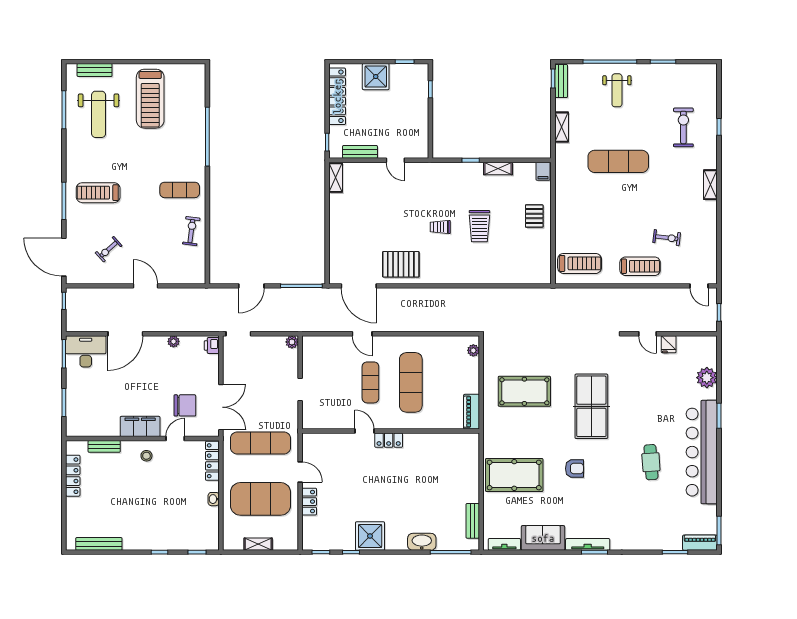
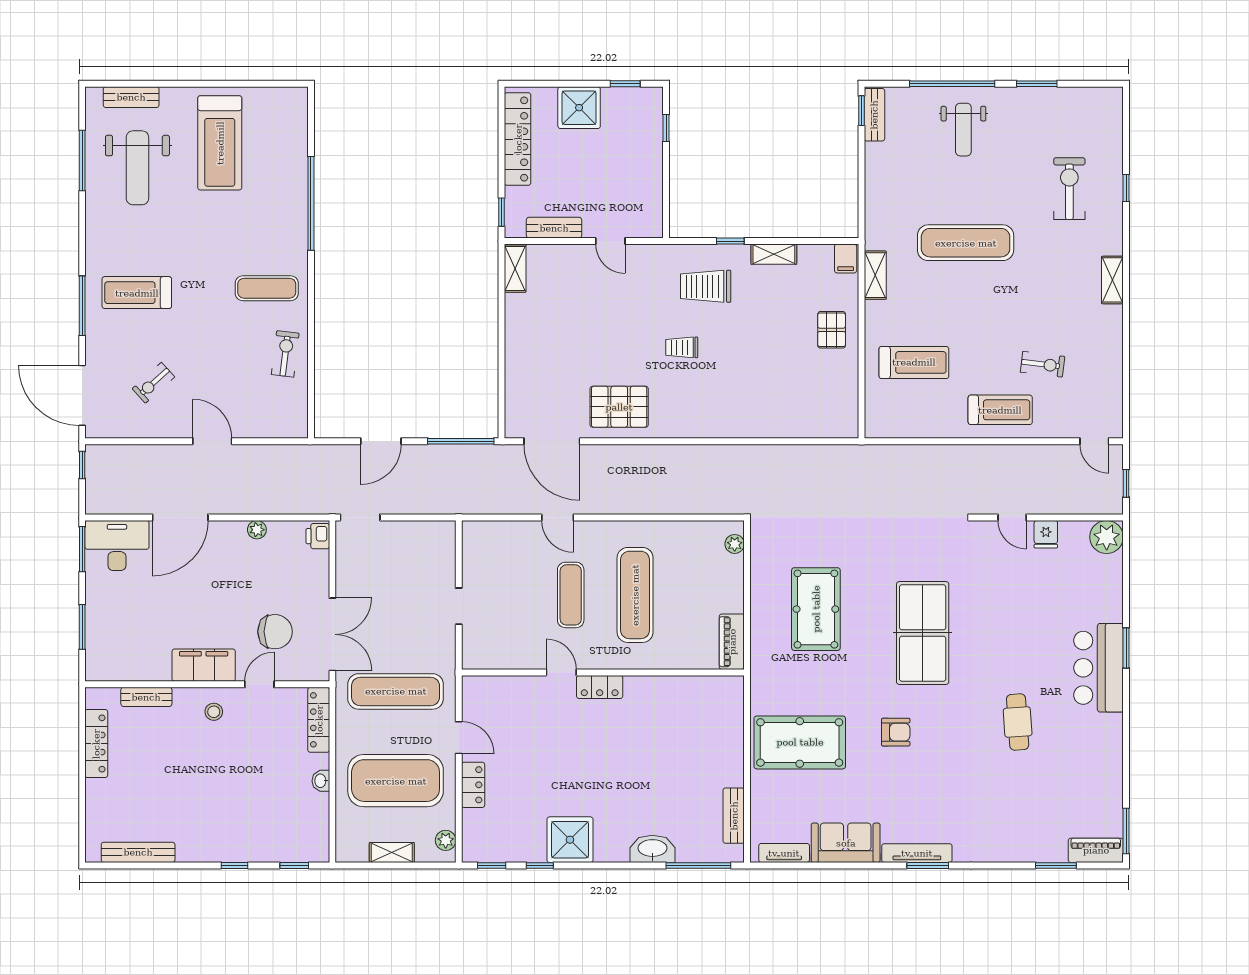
shelving: (562, 127) -> (875, 275), moved
trolley: (479, 226) -> (706, 286), moved, turned 90
treadmill: (580, 263) -> (914, 362), moved
plant: (292, 342) -> (446, 840), moved
plant: (707, 378) -> (1107, 537), moved
pool table: (524, 391) -> (816, 609), turned 90
bar counter: (702, 452) -> (1098, 668), width x0.54

